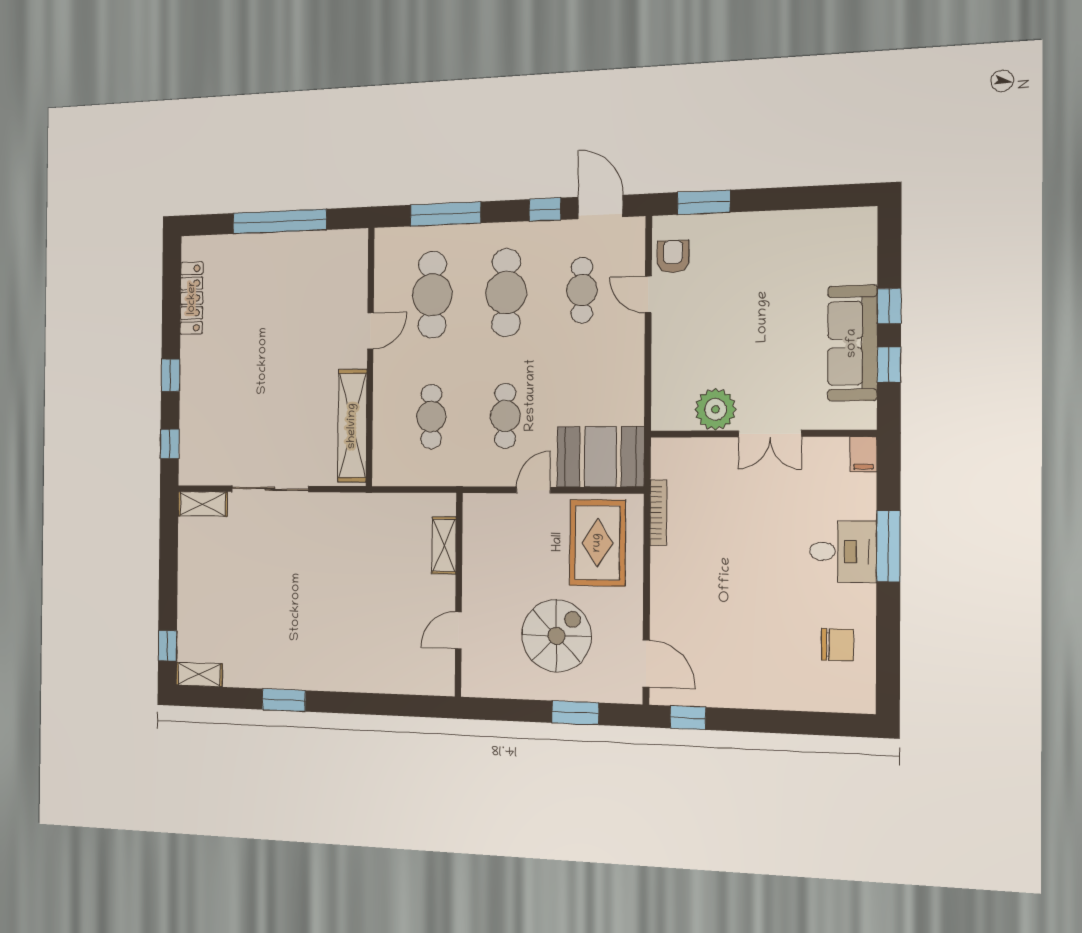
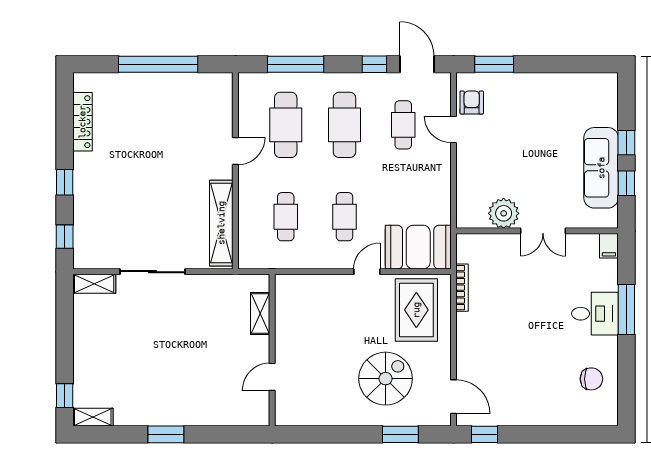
shelving: (444, 545) -> (260, 313), moved
wall: (459, 595) -> (272, 350), moved
door: (458, 630) -> (272, 377), moved

